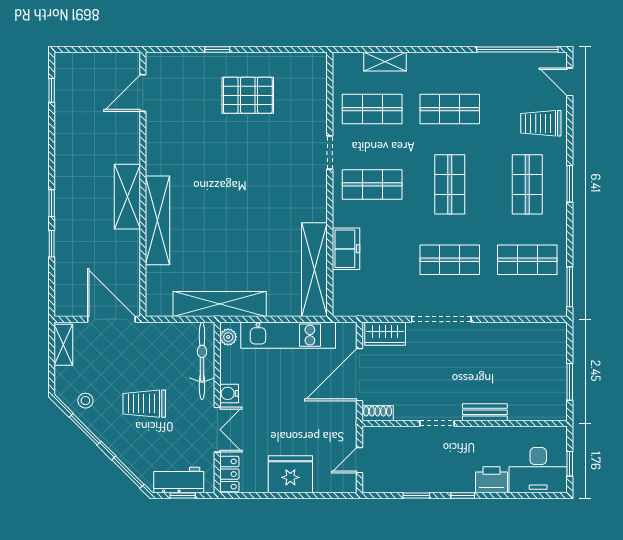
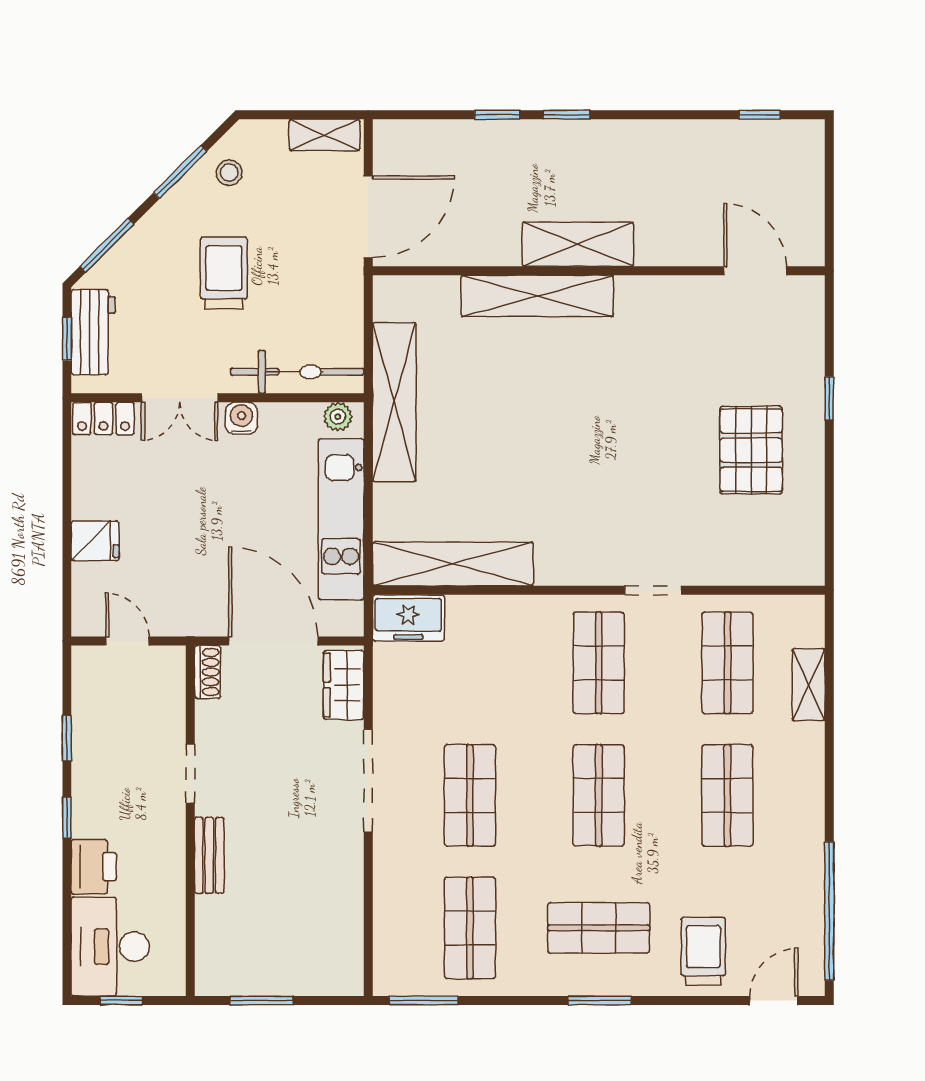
shop shelf: (450, 184) -> (599, 795), turned 90
freezer: (346, 249) -> (408, 618), moved
fridge: (290, 474) -> (95, 541), width x0.53, depth x0.75

